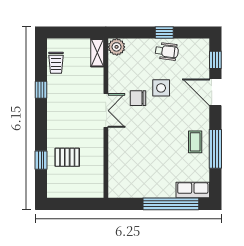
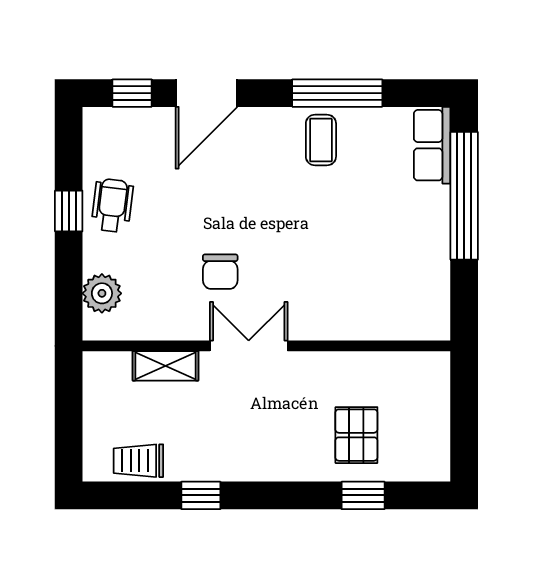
plant: (117, 47) -> (102, 293), moved
shelving: (97, 53) -> (166, 366), moved
trolley: (56, 63) -> (138, 461), turned 180
side table: (161, 88) -> (197, 219), removed
coffee table: (195, 142) -> (321, 140), turned 90

